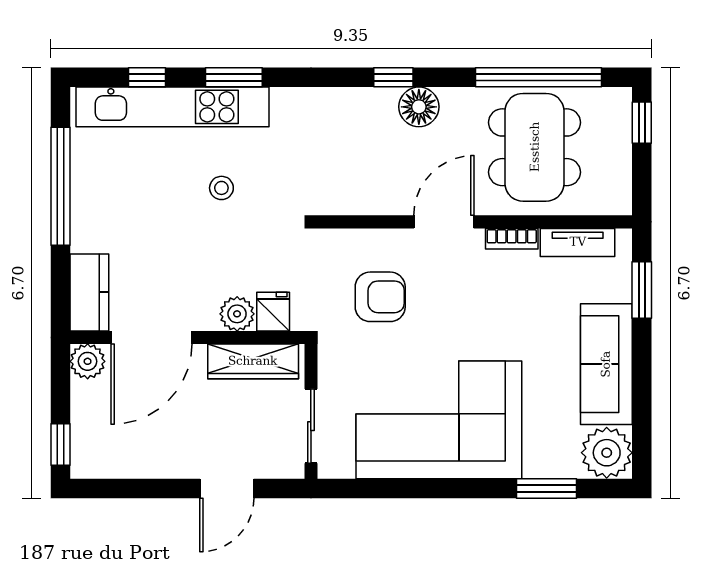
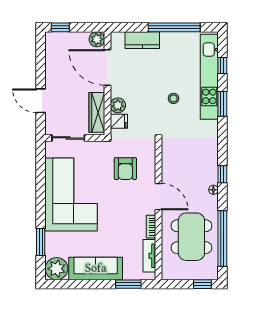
floor lamp: (419, 107) -> (213, 190), width x0.53, depth x0.53
dining table: (535, 147) -> (191, 237), turned 90
kitchen counter: (89, 292) -> (142, 40), moved

